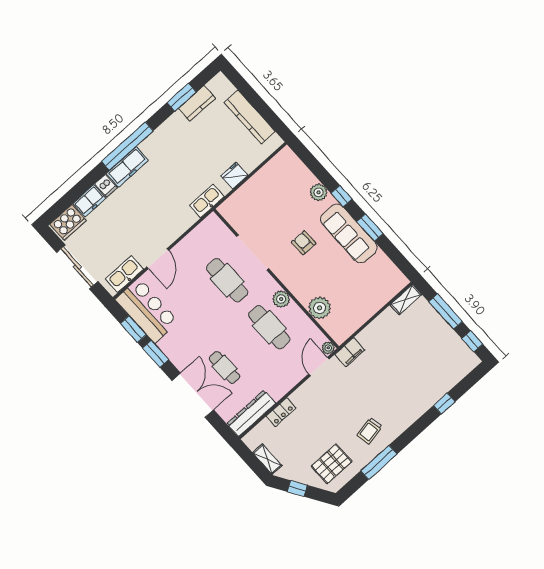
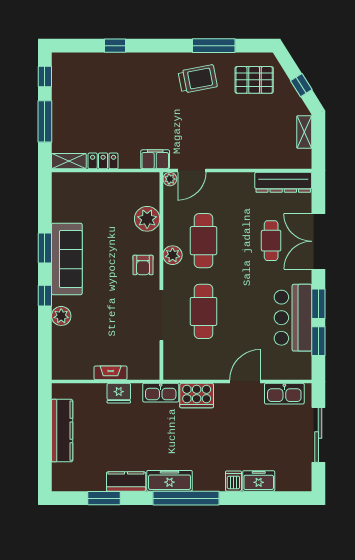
kitchen counter: (197, 103) -> (126, 482), moved
freezer: (127, 167) -> (170, 481), moved
fireplace: (252, 184) -> (111, 373), added
cooker: (68, 222) -> (197, 396), moved, turned 180
armchair: (304, 243) -> (143, 265), moved
bar counter: (147, 310) -> (293, 318), moved
locker: (281, 412) -> (103, 161), moved
trolley: (370, 431) -> (198, 79), width x1.36, depth x1.39

